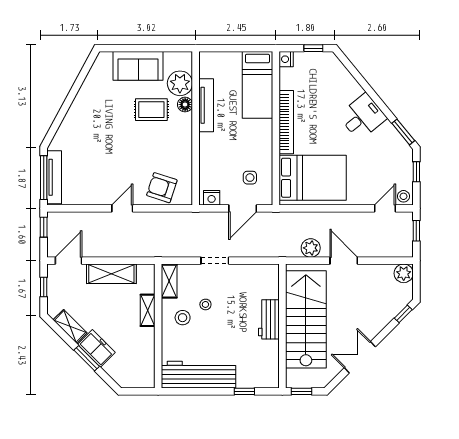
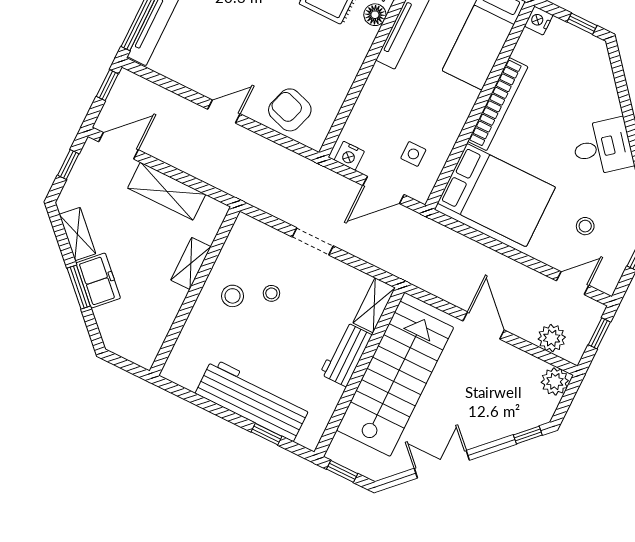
stool: (403, 196) -> (585, 226), moved
plant: (311, 248) -> (552, 338), moved
shelving: (169, 281) -> (374, 305), moved
workbench: (198, 375) -> (253, 400), moved

